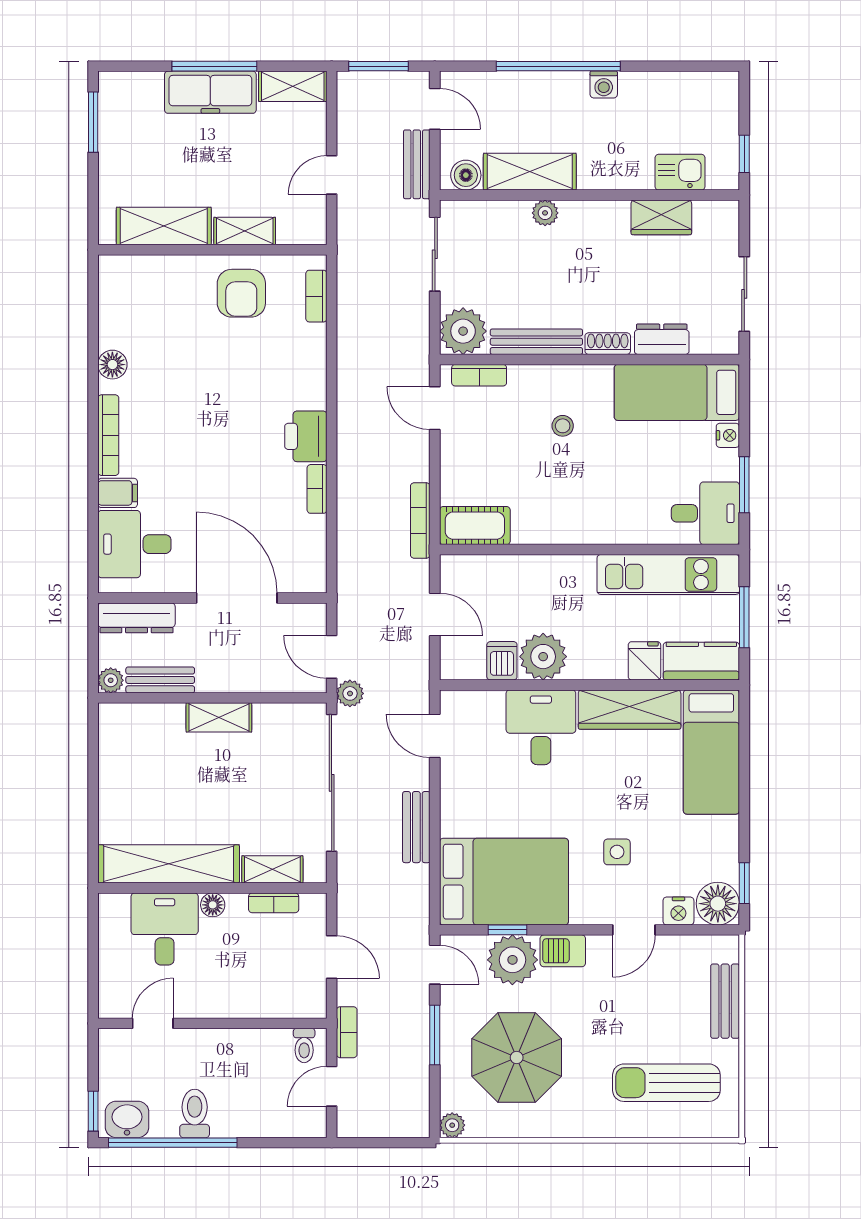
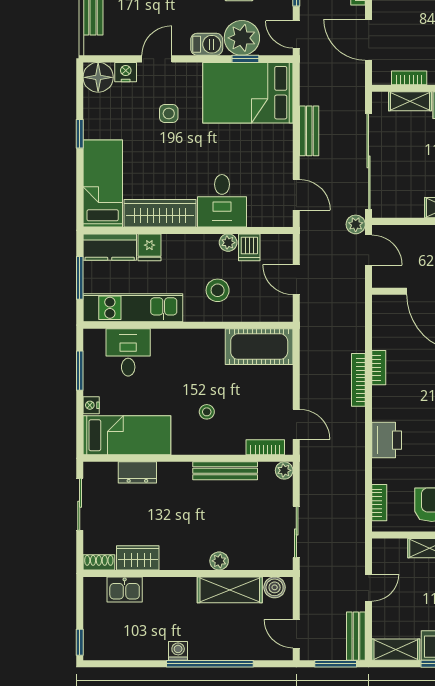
window: (744, 154) -> (80, 642), moved
bench: (417, 164) -> (356, 636), moved
plant: (463, 331) -> (284, 470), width x0.53, depth x0.53
shoe rack: (608, 344) -> (99, 562), moved, turned 180
printer: (306, 436) -> (387, 440), moved
desk: (705, 513) -> (128, 352), moved, turned 90
bookcase: (420, 520) -> (358, 380), moved, turned 180
cot: (475, 526) -> (259, 347), width x1.37, depth x1.34
stool: (547, 599) -> (218, 290), added
plant: (543, 657) -> (228, 243), width x0.53, depth x0.53
window: (744, 883) -> (80, 134), moved
door: (332, 957) -> (369, 40), width x1.38

